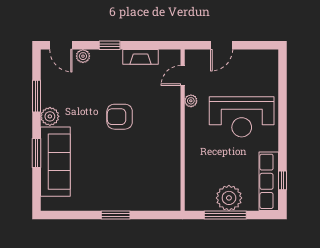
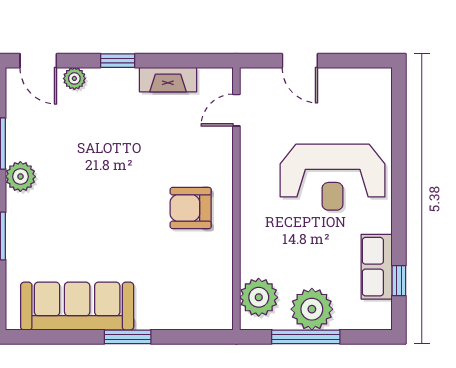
door: (222, 45) -> (300, 61), hinge flipped
plant: (191, 101) -> (259, 297), moved, width x1.87, depth x1.87
armchair: (120, 117) -> (191, 208), moved
sofa: (55, 162) -> (77, 306), moved, turned -90
row of seats: (269, 181) -> (377, 267), width x0.68

